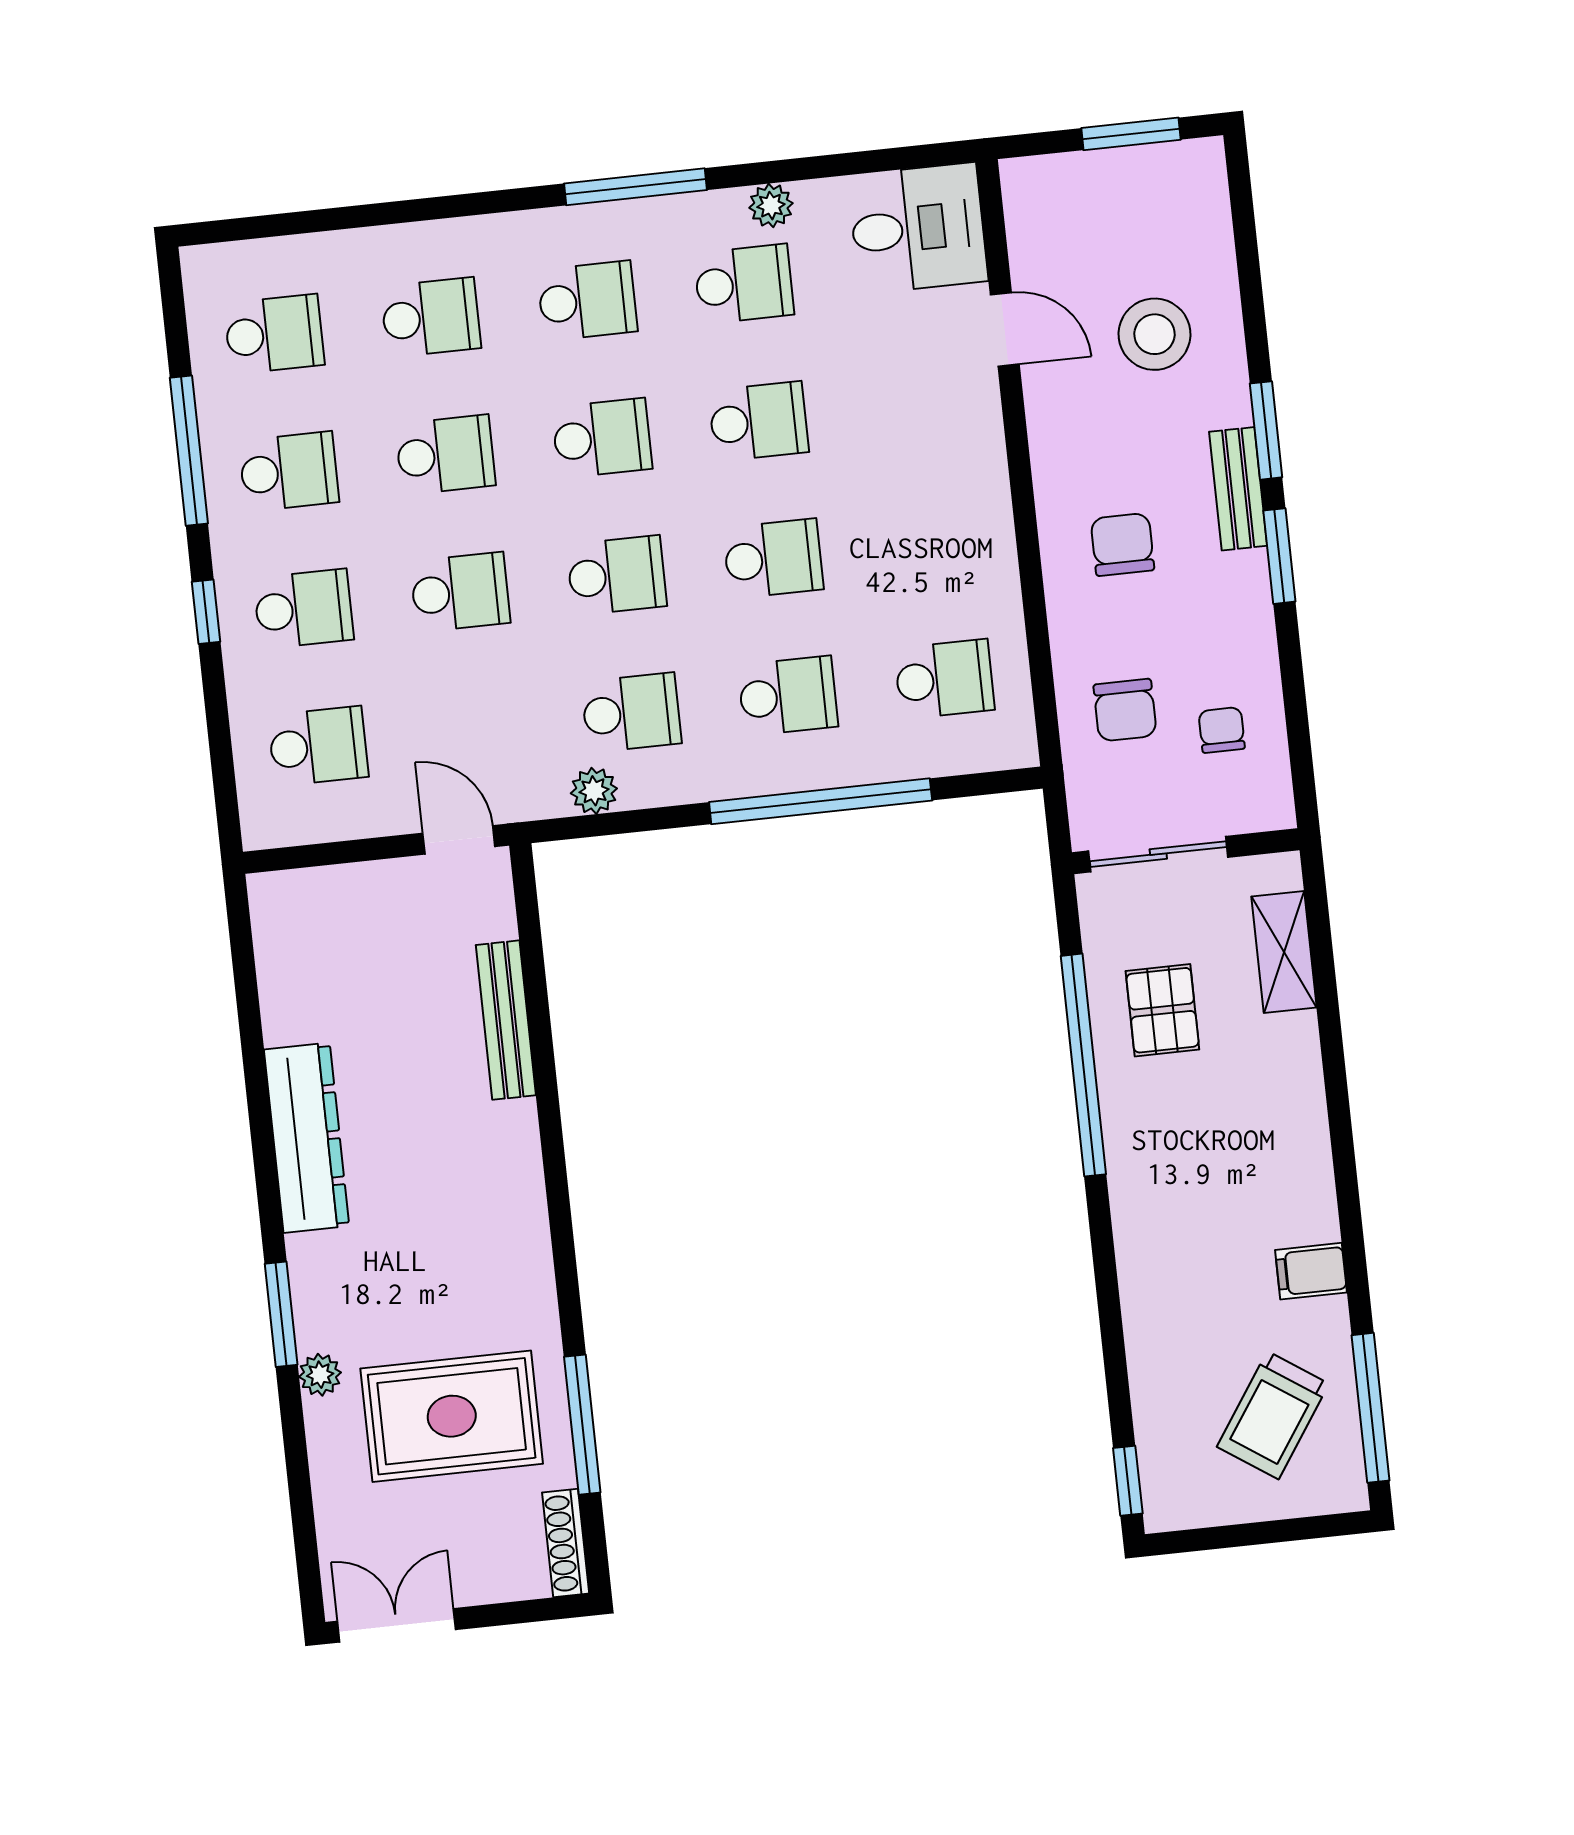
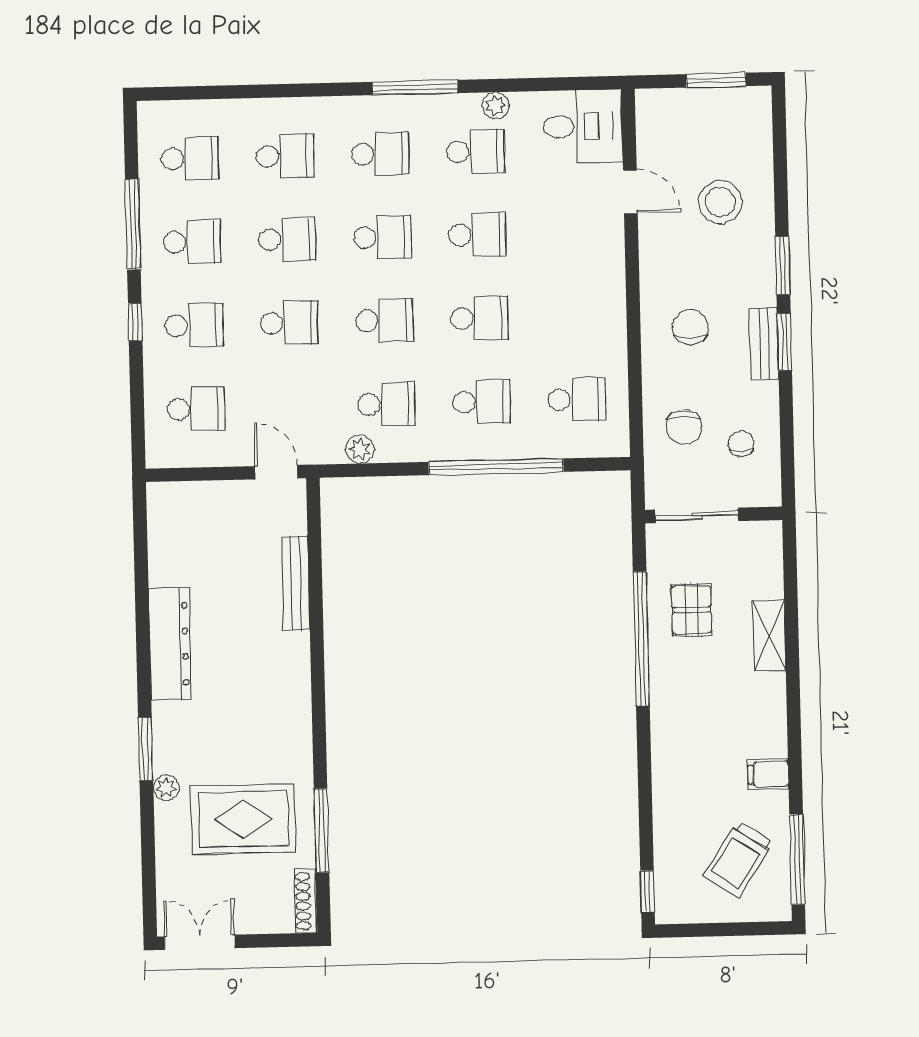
bench: (1238, 489) -> (764, 344), moved
shelving: (1284, 952) -> (769, 636), moved

